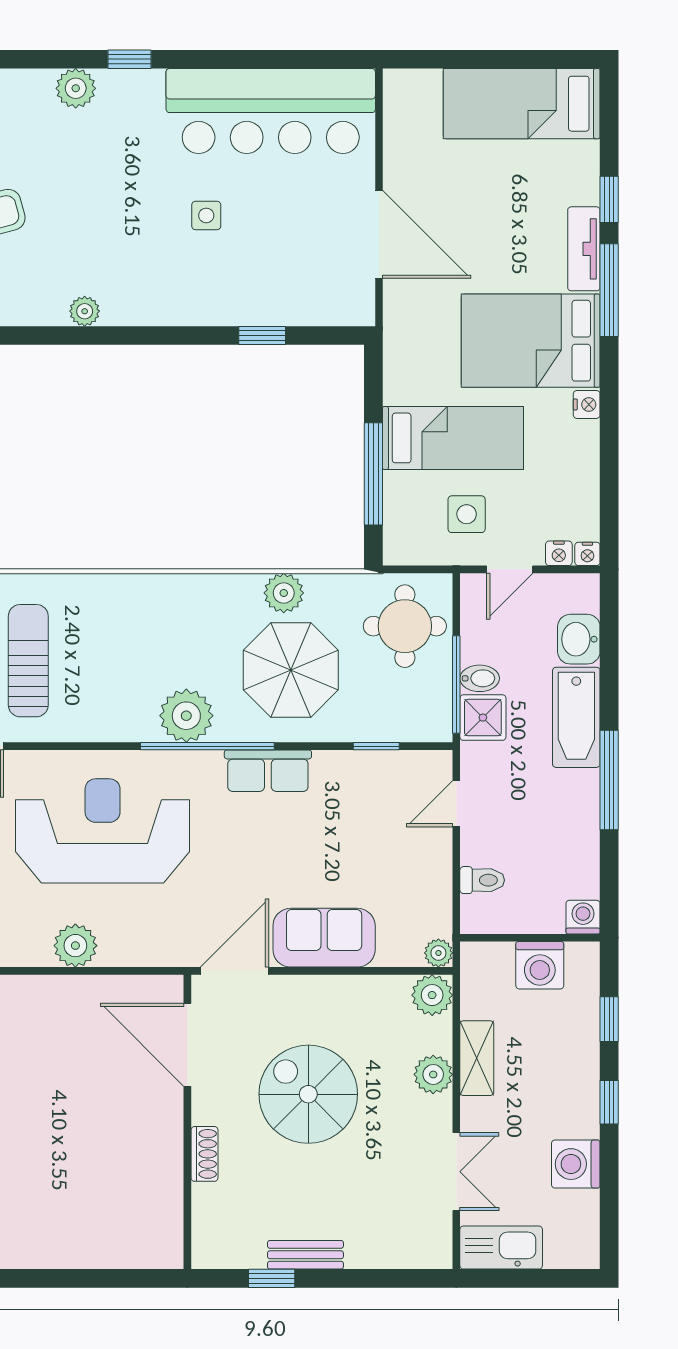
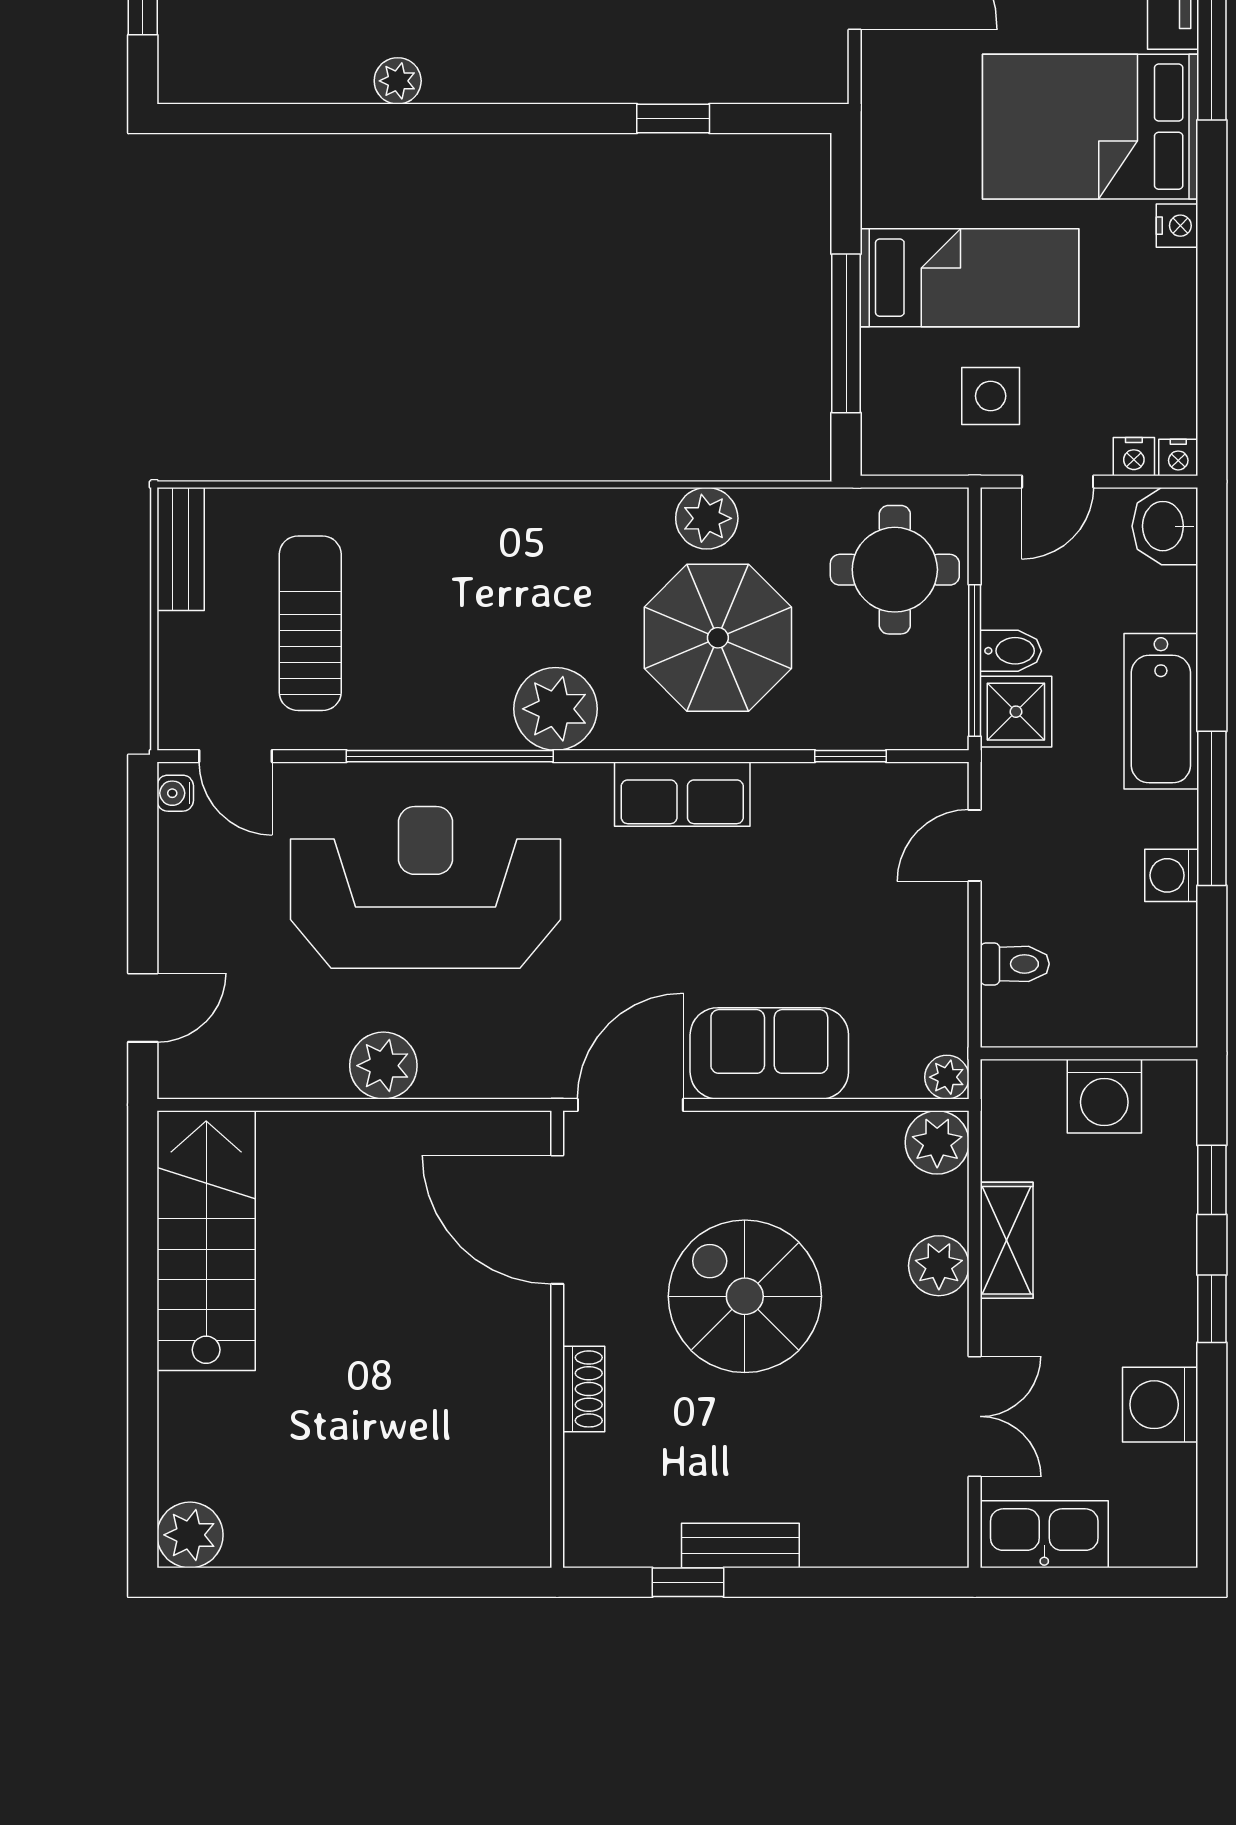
washbasin: (579, 639) -> (1165, 526), moved
window: (207, 746) -> (450, 756), moved
washing machine: (583, 917) -> (1171, 875), moved, turned -90

